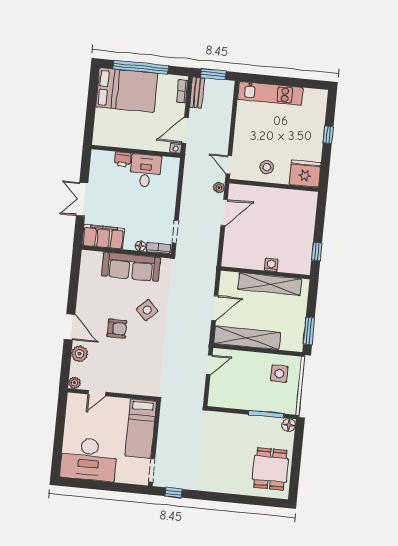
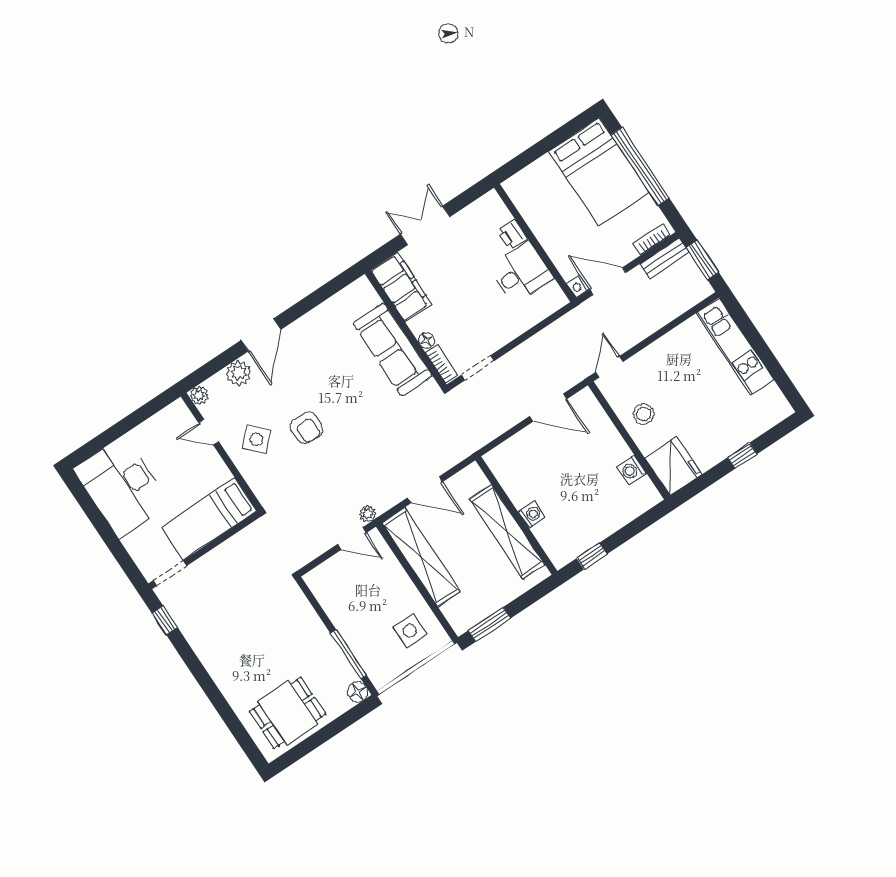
plant: (219, 188) -> (368, 514), moved
washing machine: (290, 196) -> (632, 470), added
side table: (147, 310) -> (256, 439), moved
armchair: (117, 329) -> (307, 428), moved

